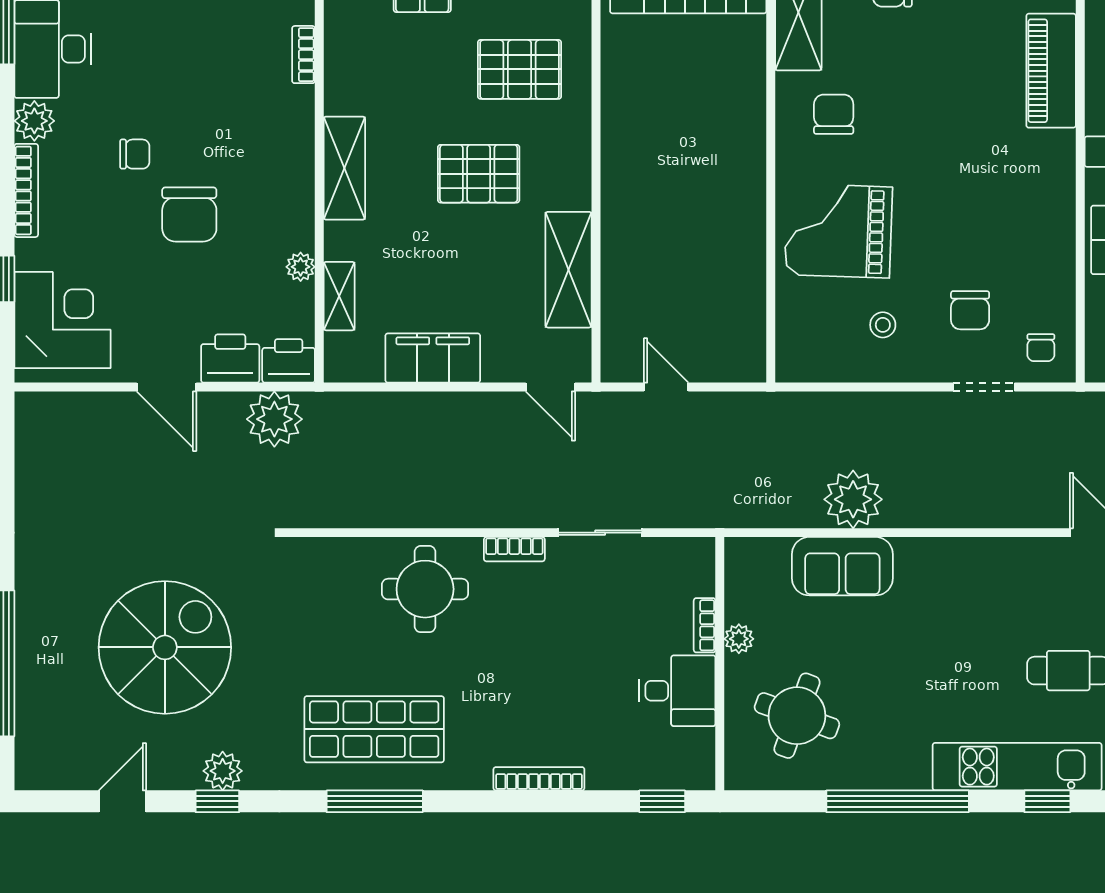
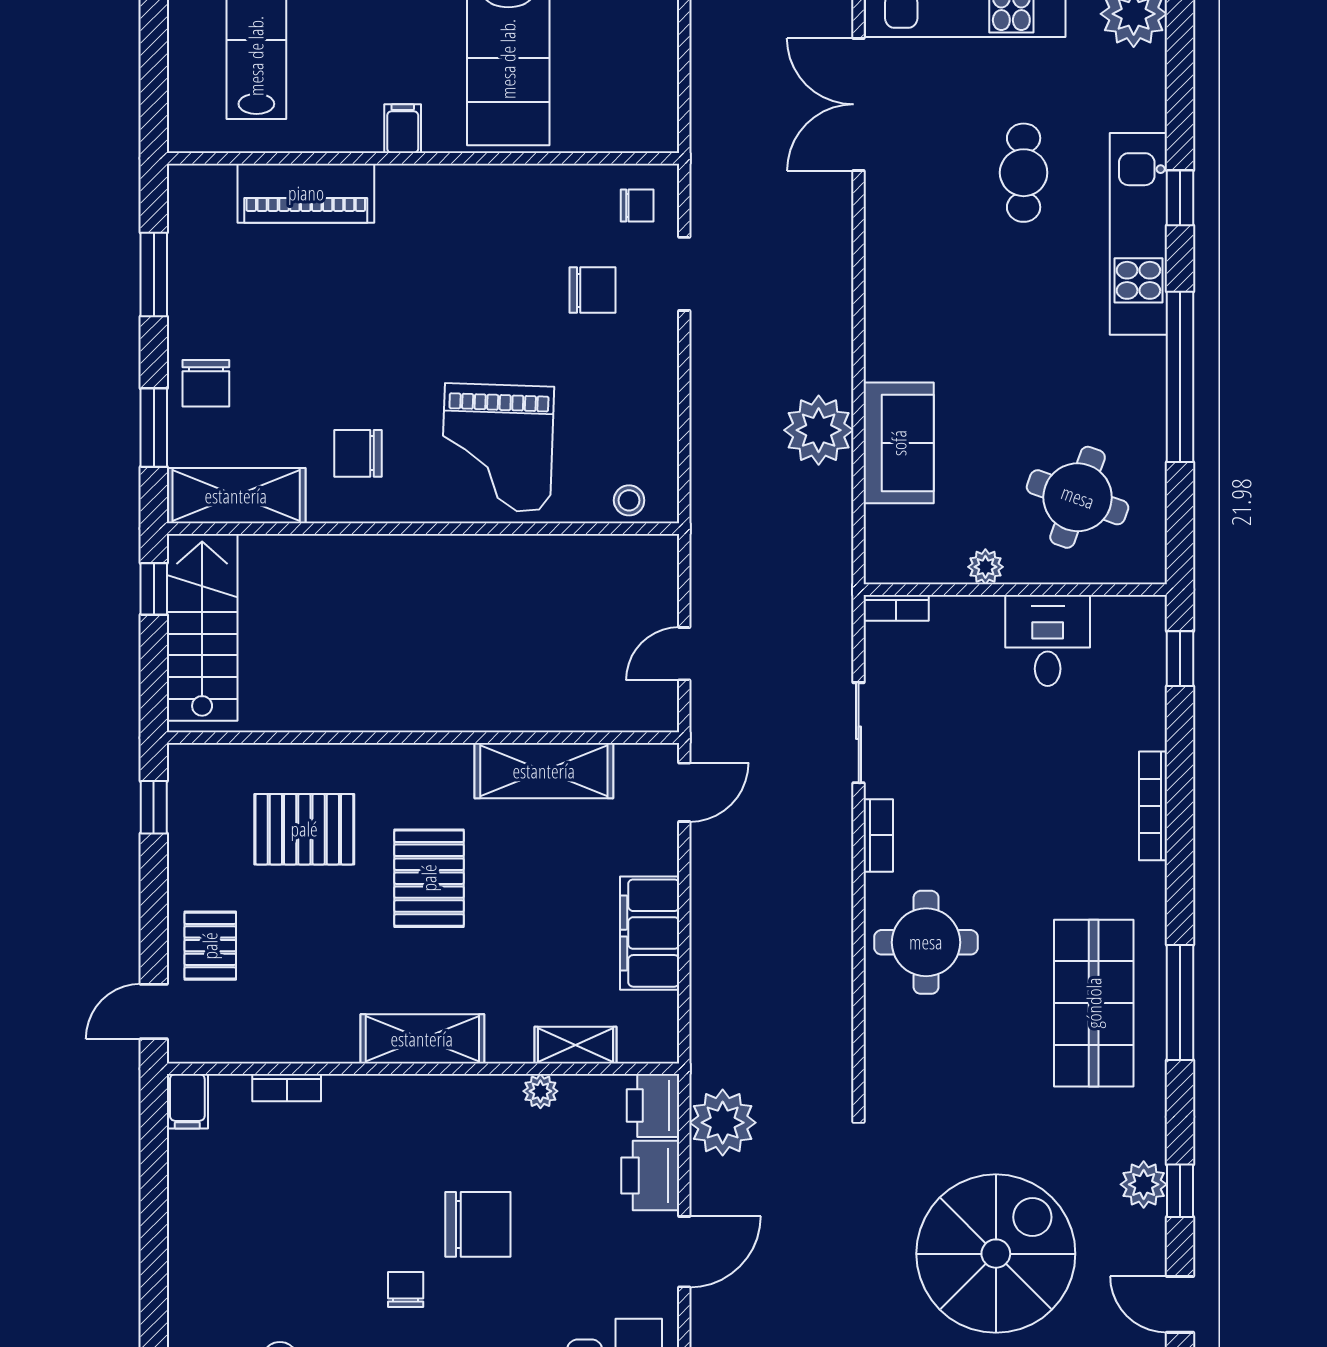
pallet: (520, 69) -> (304, 829), turned 90
stool: (883, 325) -> (629, 500), moved
bookcase: (705, 625) -> (896, 608), moved
spiral stairs: (165, 647) -> (996, 1254), turned 90

